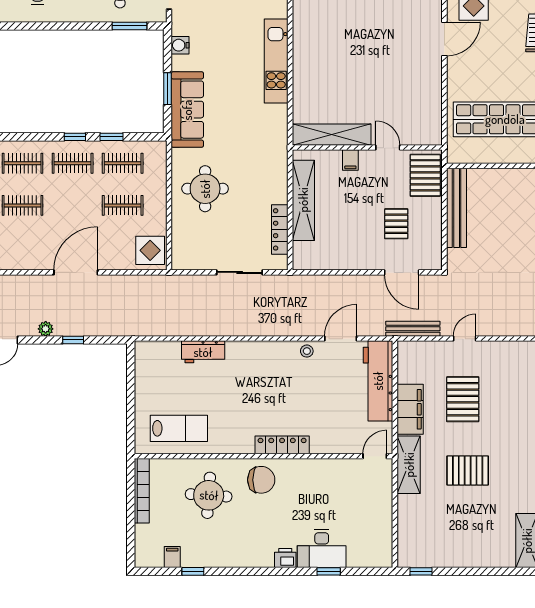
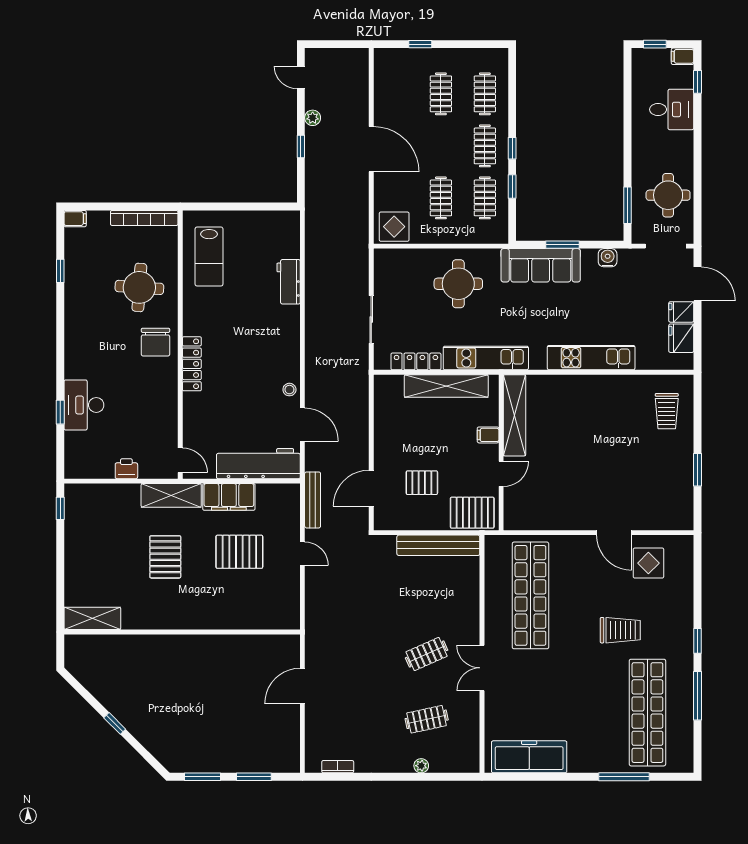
kitchen unit: (276, 162) -> (486, 358), added
filing cabinet: (172, 557) -> (75, 219), moved
printer: (285, 558) -> (126, 469), moved, turned -90

